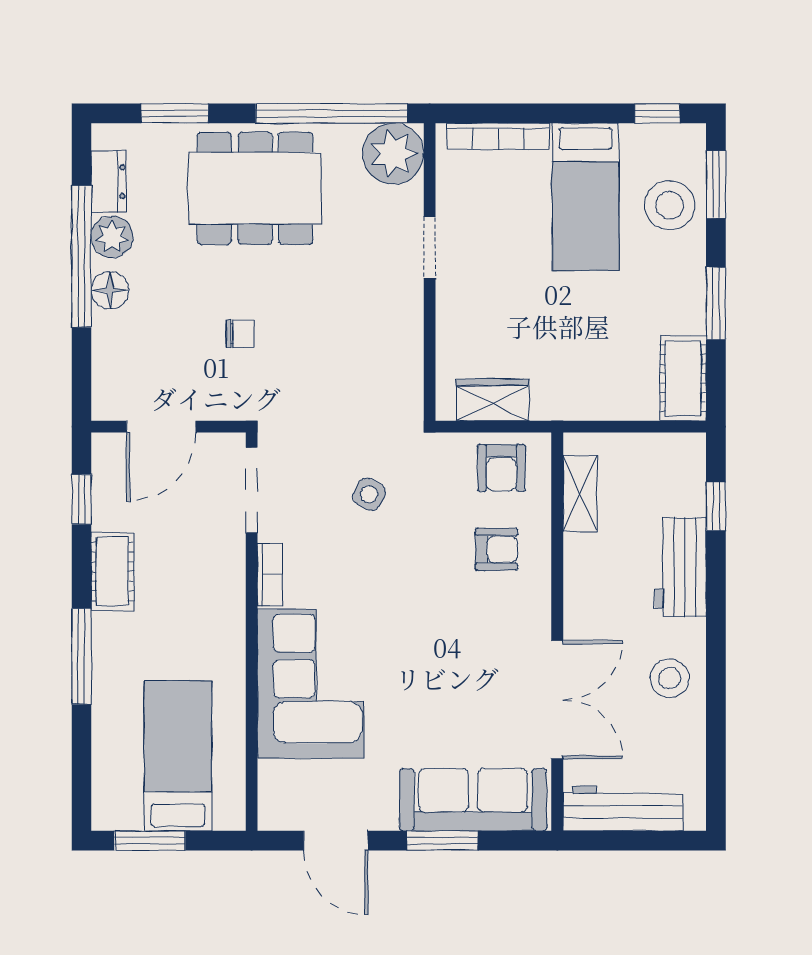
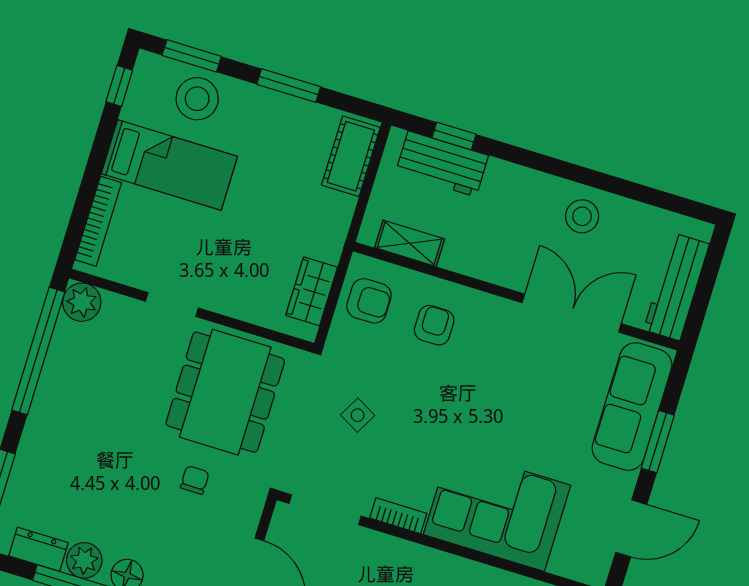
plant: (393, 154) -> (82, 302), width x0.73, depth x0.73
dining table: (255, 188) -> (225, 392), moved
cot: (683, 378) -> (351, 156), moved, turned 90
workbench: (681, 567) -> (442, 164), moved

